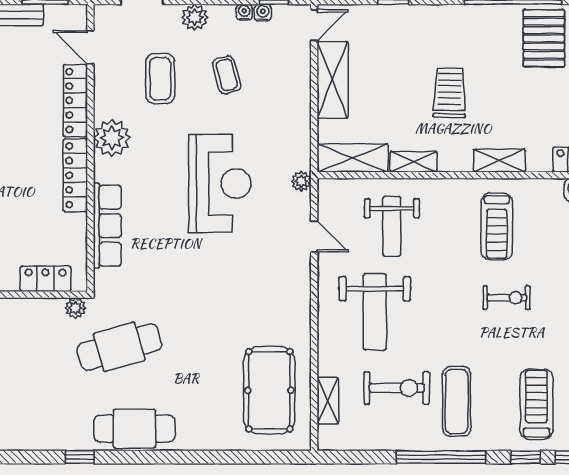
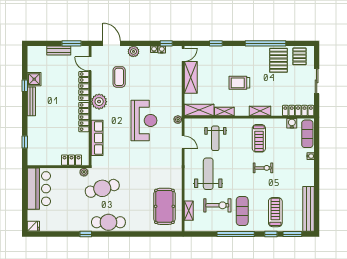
coffee table: (227, 75) -> (147, 75), removed
trolley: (450, 93) -> (239, 83), turned -91
weight bench: (375, 312) -> (208, 174), turned 180

